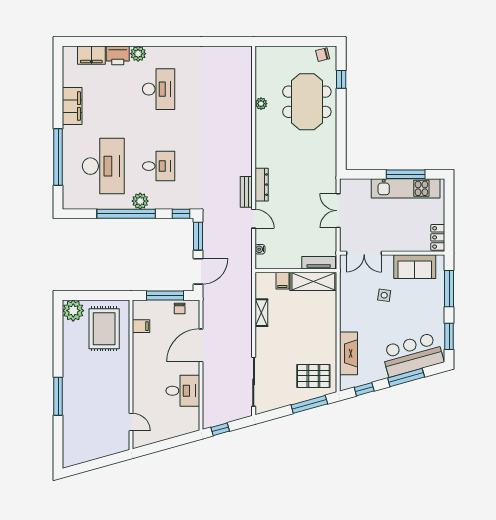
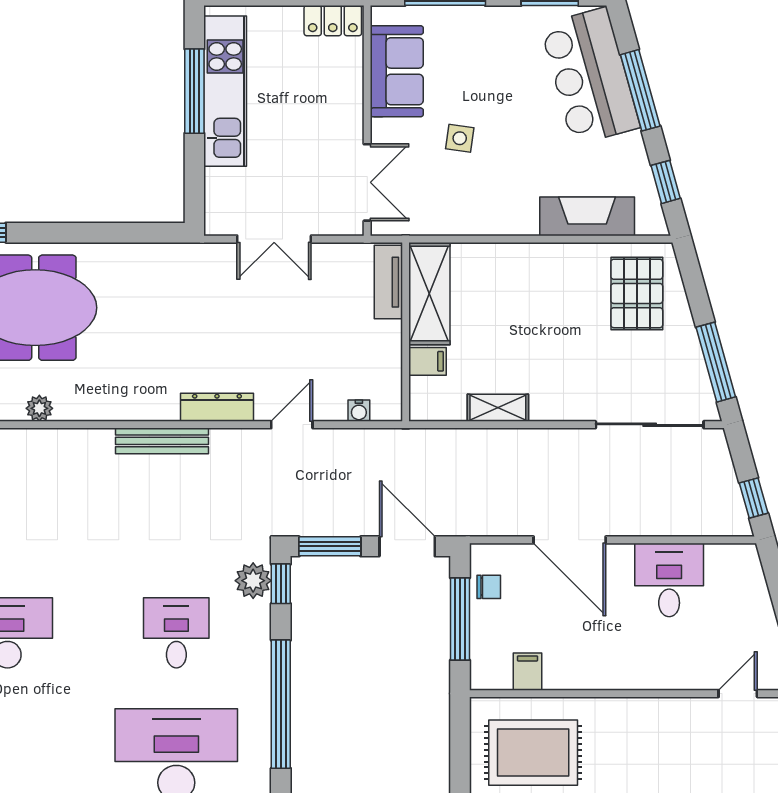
bench: (246, 192) -> (162, 441), moved, width x1.36
plant: (140, 201) -> (253, 581), moved
window: (309, 404) -> (716, 362), moved

